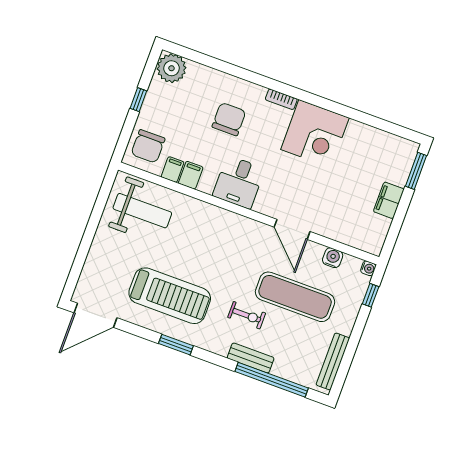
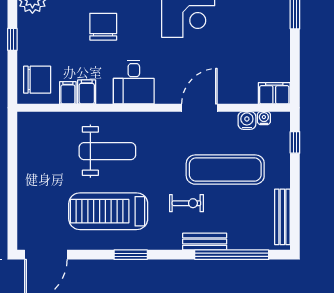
chair: (148, 146) -> (37, 80), turned -90
filing cabinet: (389, 200) -> (274, 93), moved, turned 90
weight bench: (142, 211) -> (107, 151), moved
door: (292, 229) -> (199, 108), swing flipped
water cooler: (368, 268) -> (264, 118), moved, turned -90
treadmill: (170, 296) -> (108, 211), turned 180

